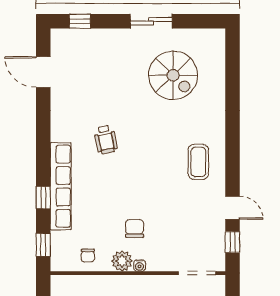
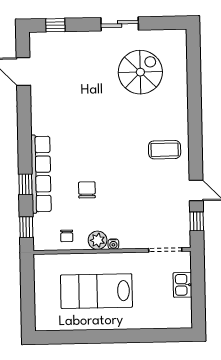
spiral stairs: (173, 75) -> (140, 72), turned -90
wheelchair: (106, 140) -> (81, 131), removed
coffee table: (198, 162) -> (165, 150), turned 90
chair: (135, 228) -> (87, 190), moved

